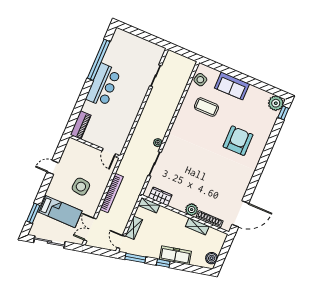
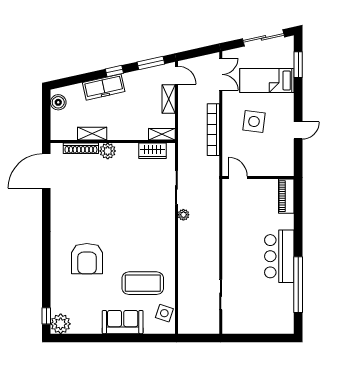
coffee table: (206, 107) -> (143, 283), width x1.36, depth x1.32

